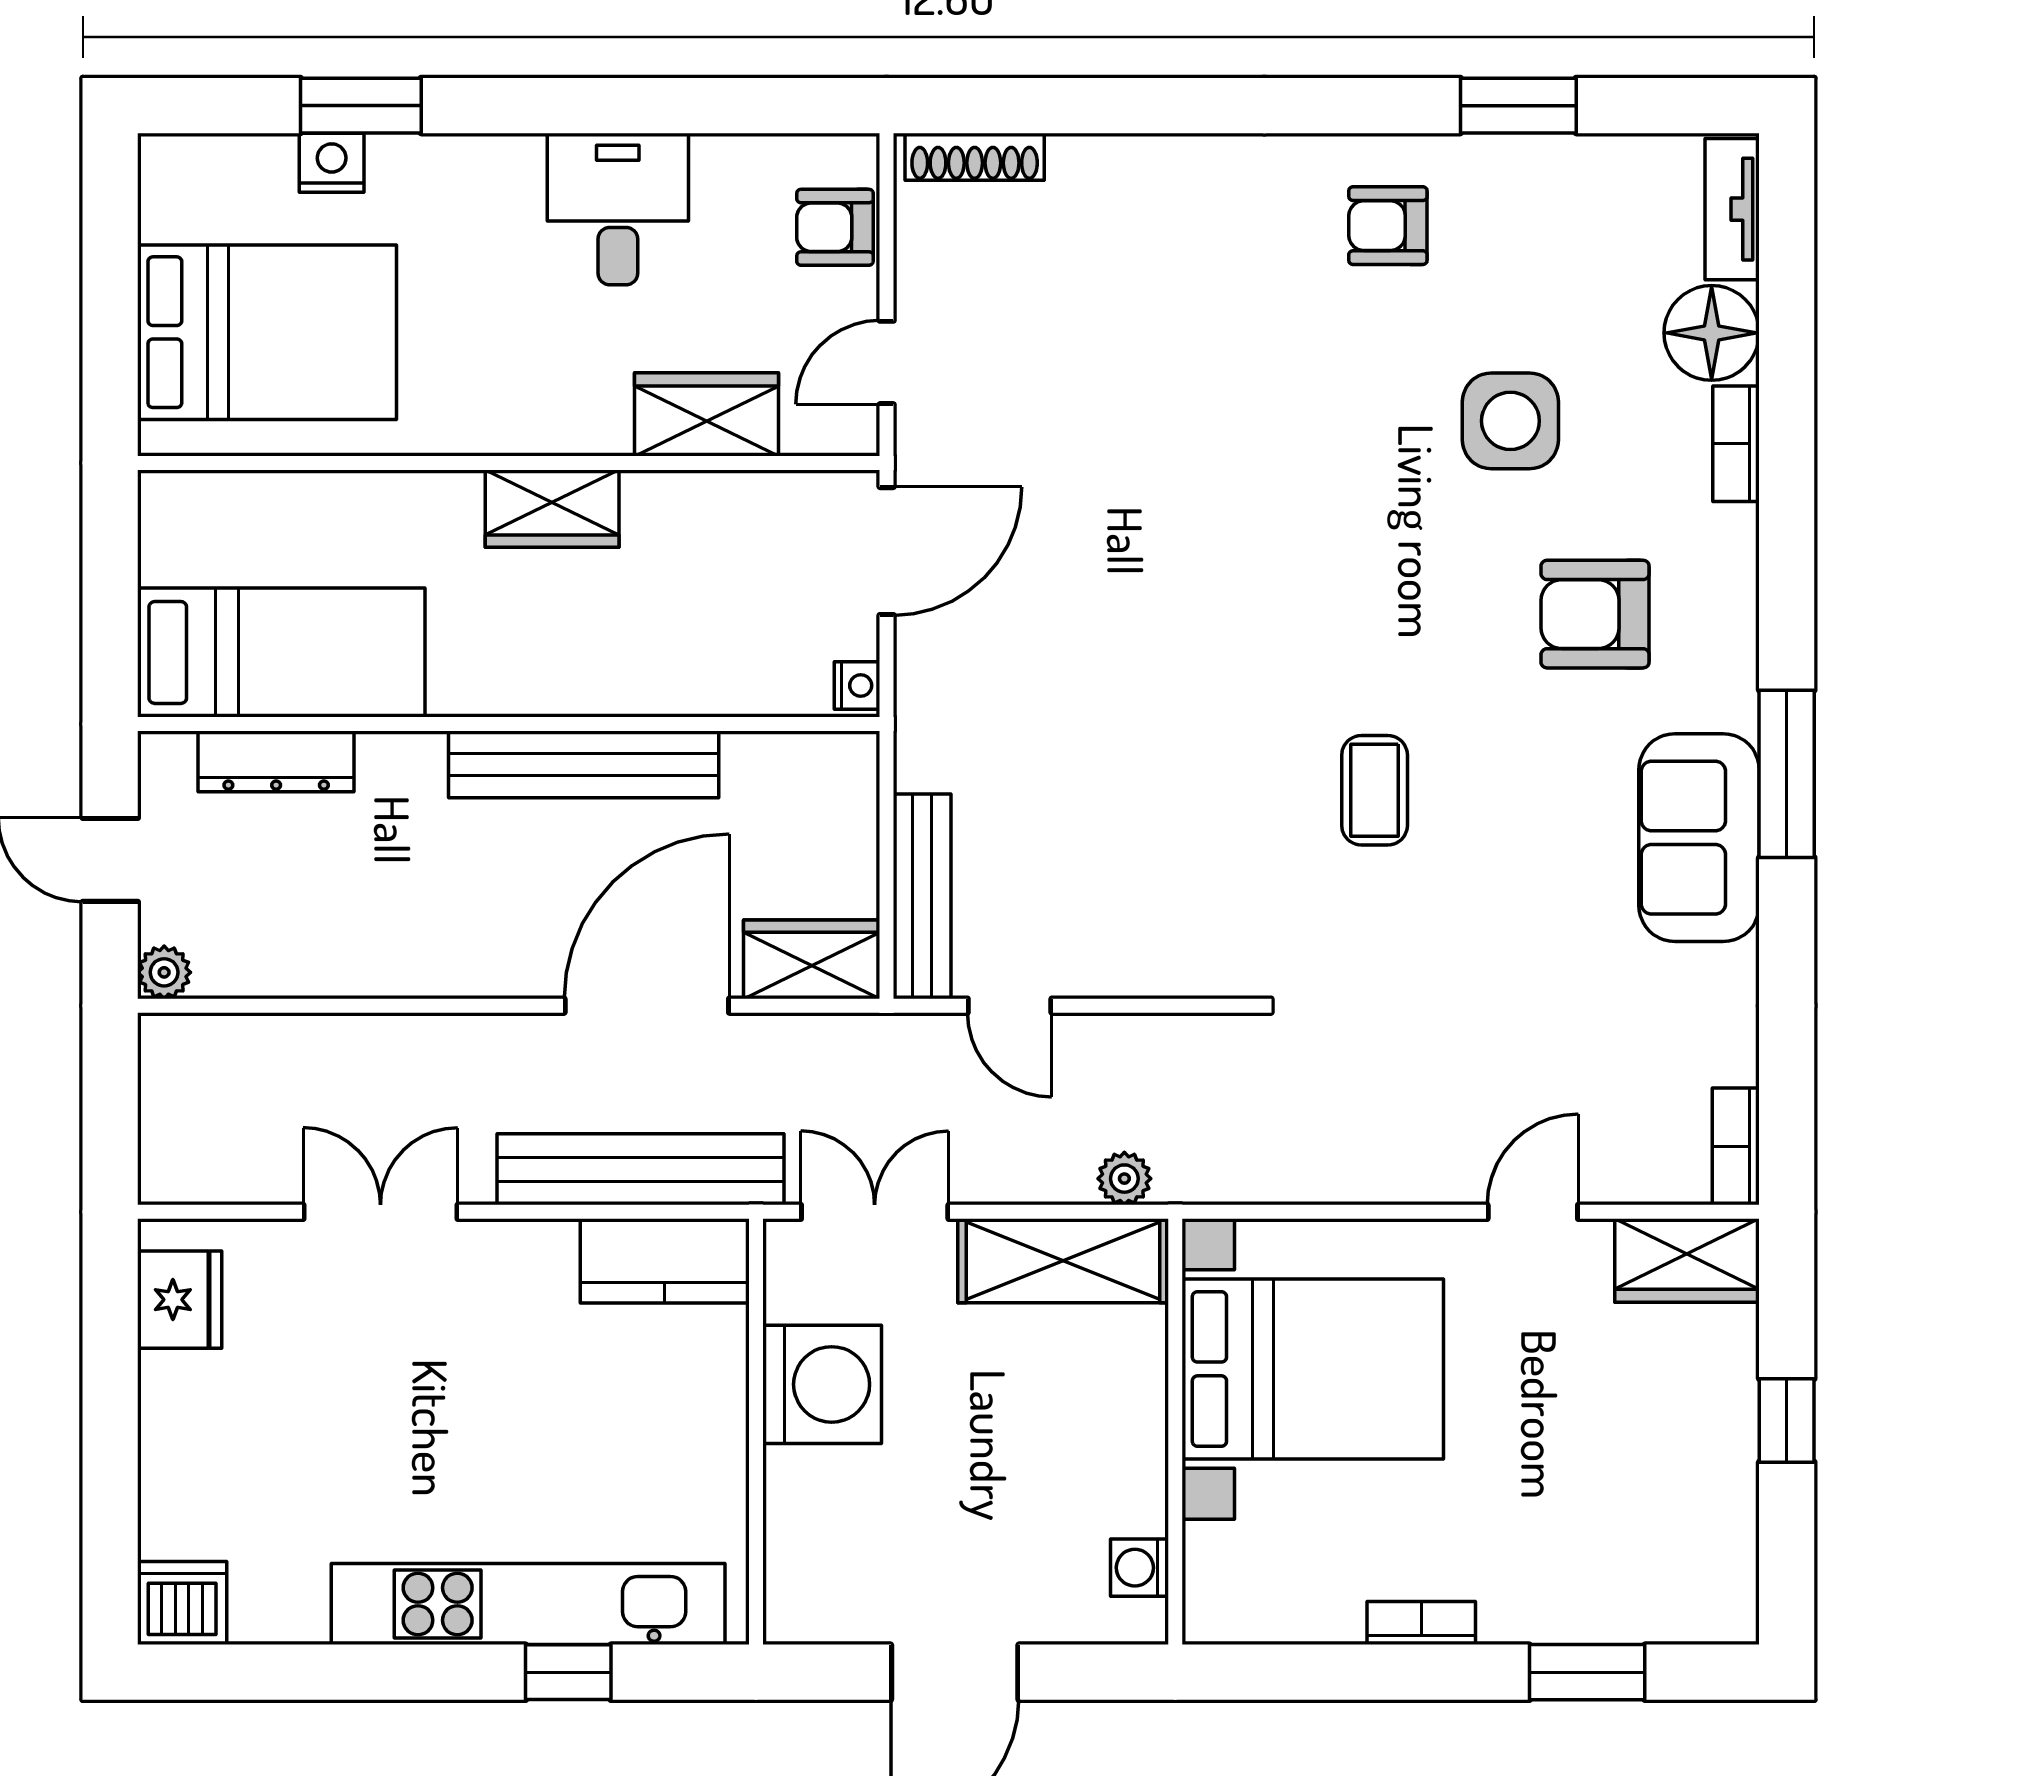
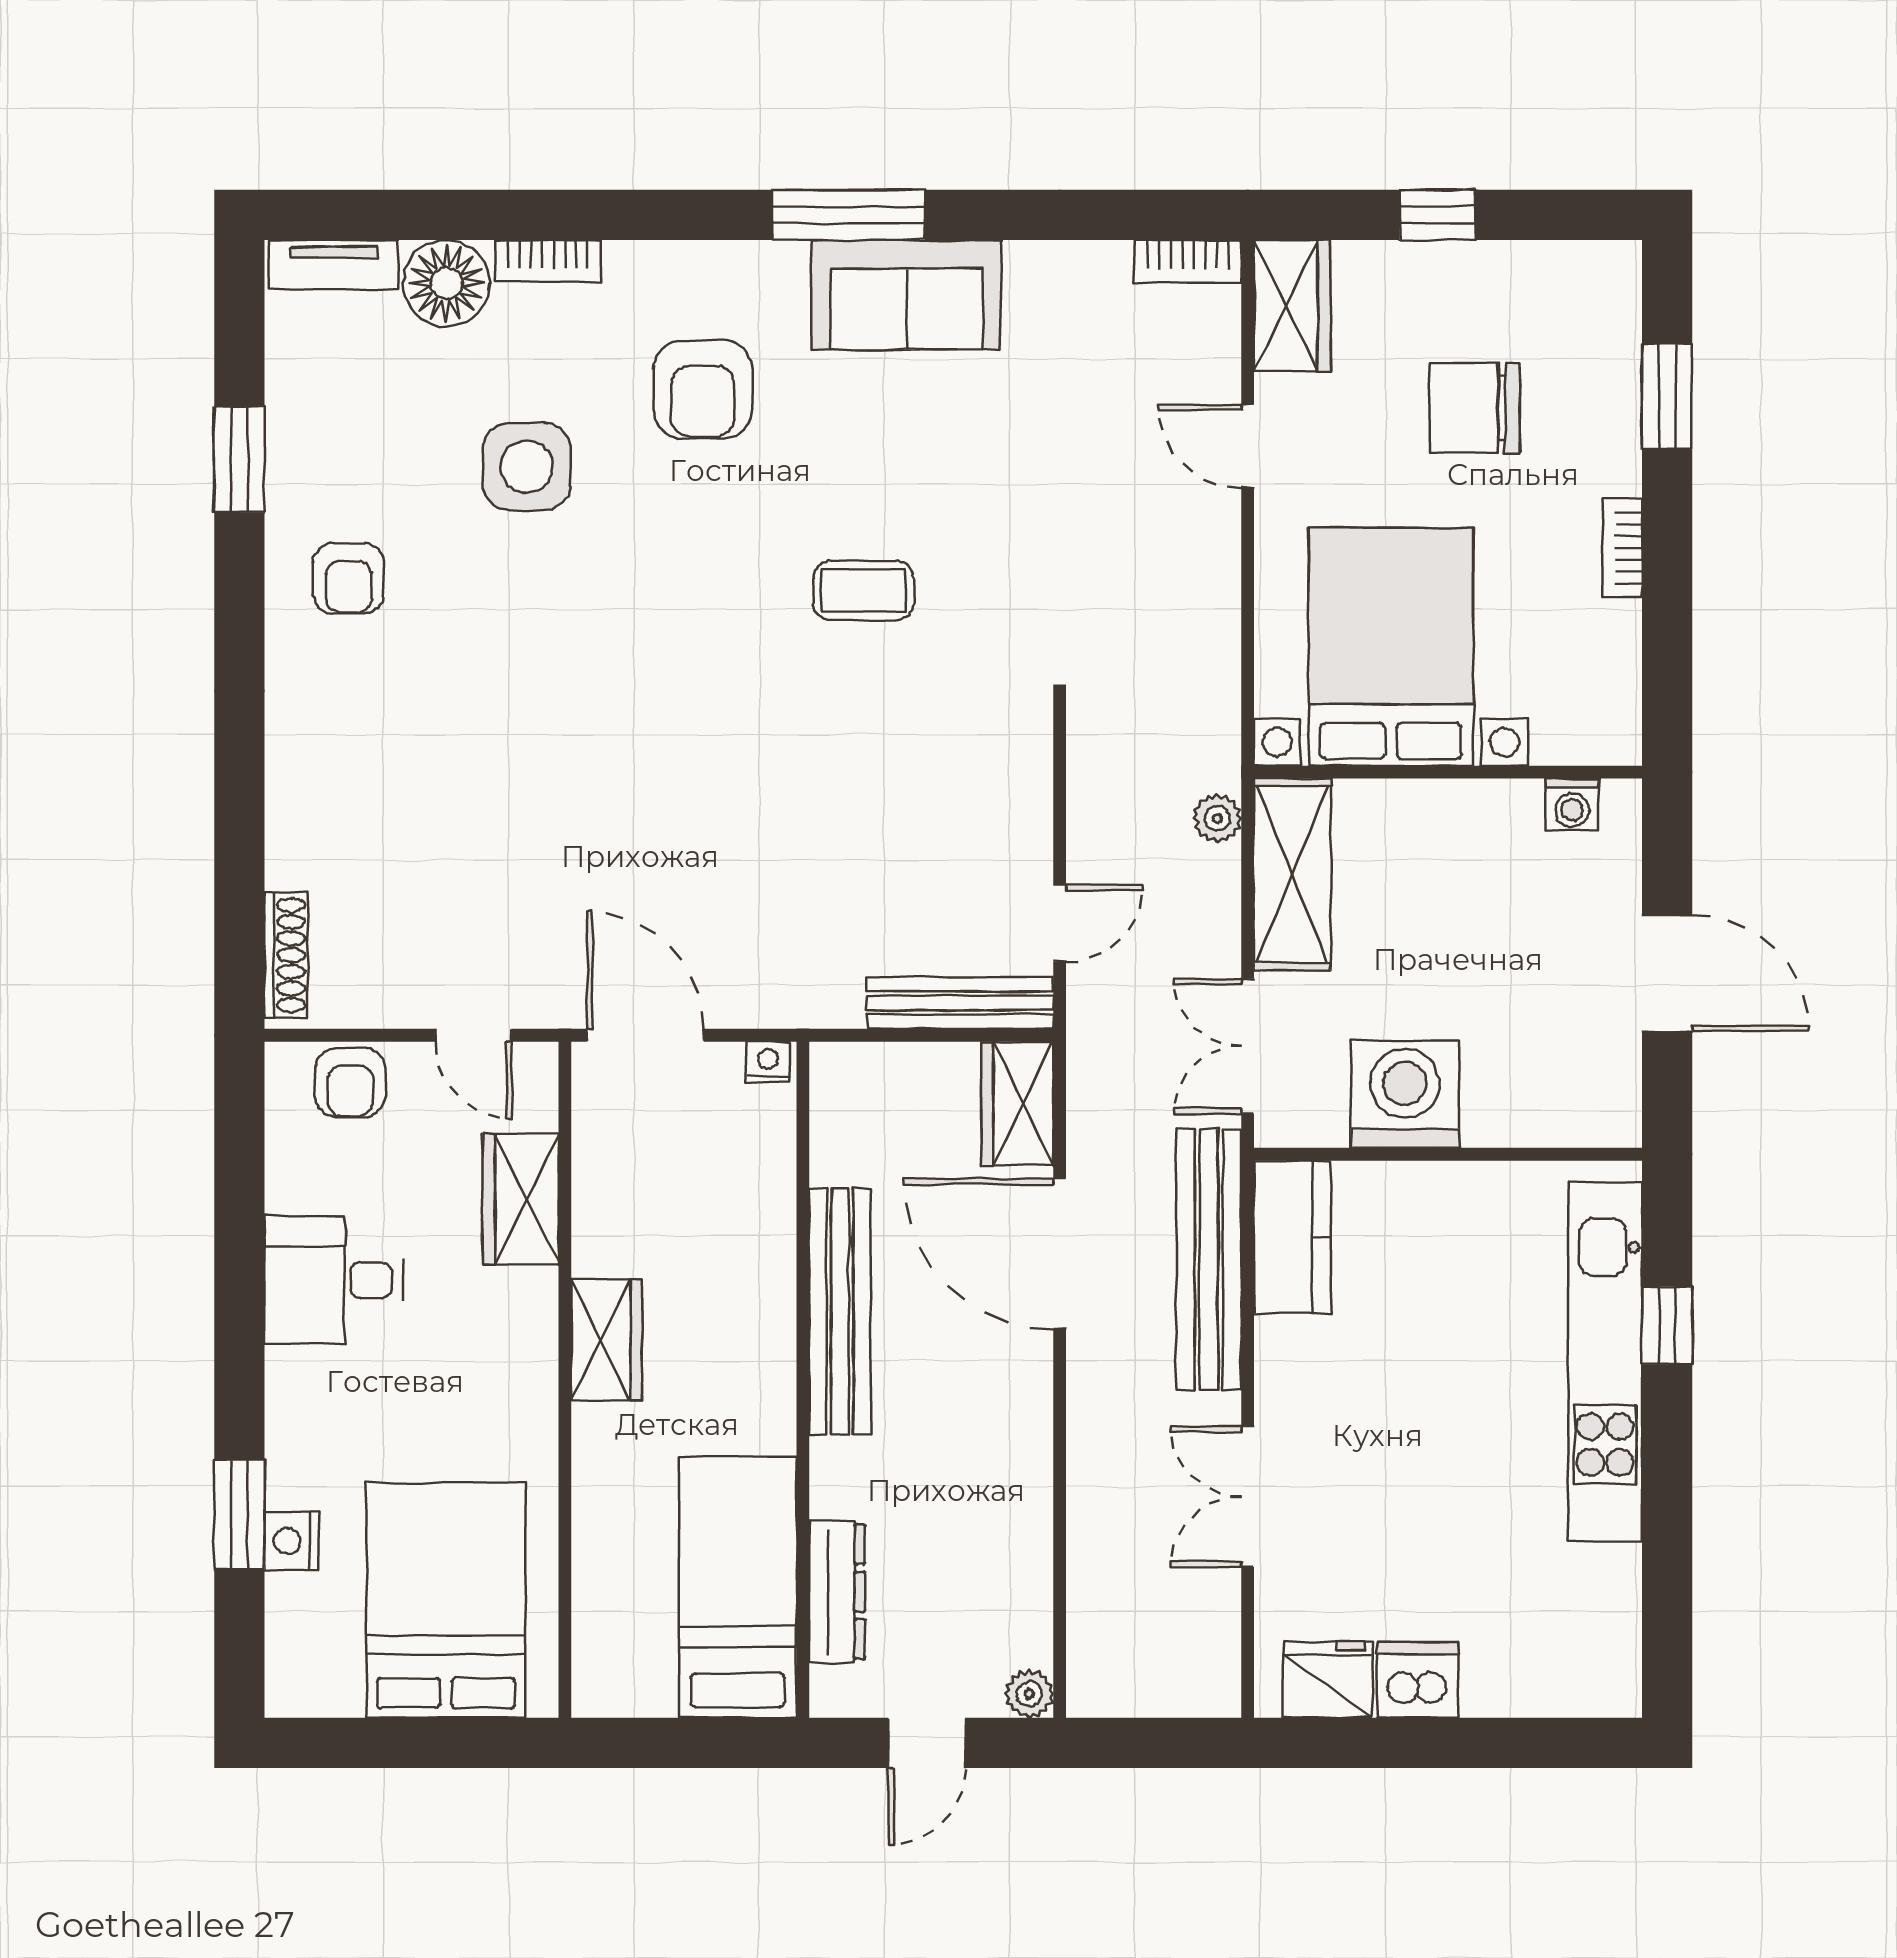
chair: (1575, 1461) -> (1475, 408), added
dishwasher: (182, 1603) -> (1418, 1680), moved, turned 90

